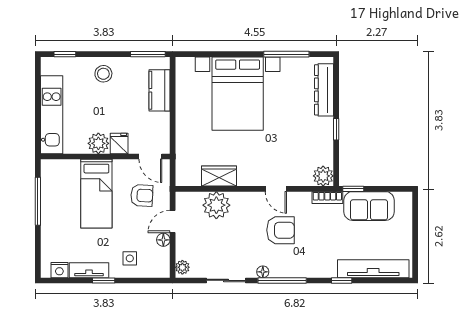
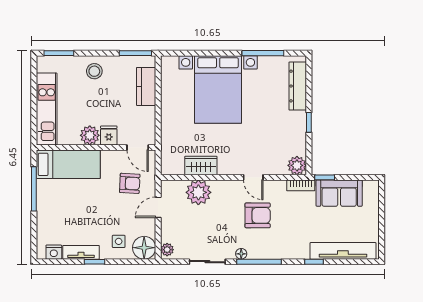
window: (65, 54) -> (59, 53), width x1.50
bed: (96, 194) -> (68, 164), moved, turned -90
floor lamp: (163, 240) -> (144, 248), moved, width x1.89, depth x1.89

